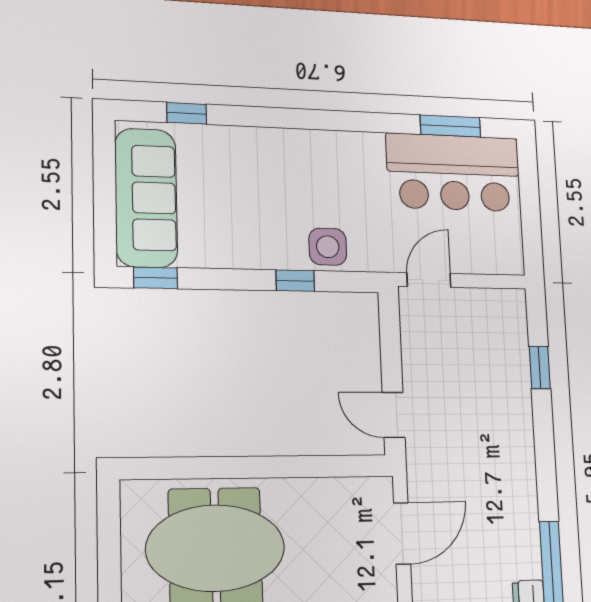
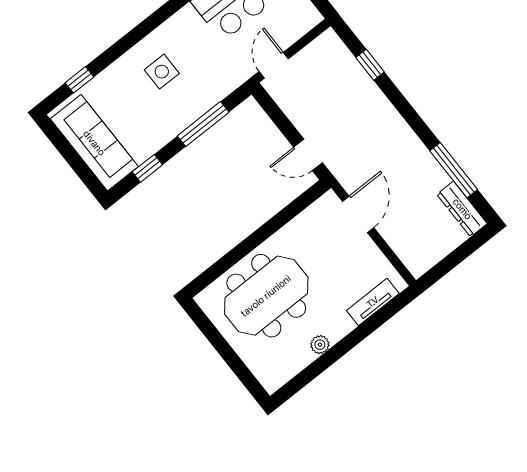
side table: (328, 247) -> (162, 72), moved
window: (156, 278) -> (147, 168), moved
window: (295, 281) -> (203, 124), width x2.17

